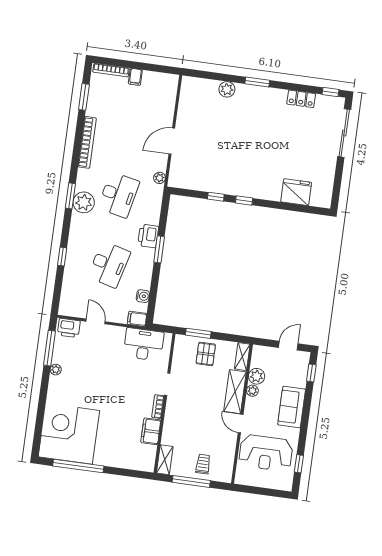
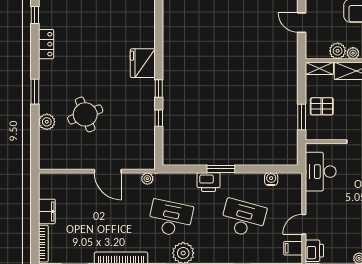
filing cabinet: (135, 77) -> (47, 211), width x2.00
round table: (229, 127) -> (85, 114), added
fridge: (296, 192) -> (143, 63), moved
filing cabinet: (137, 319) -> (293, 248), moved, turned 90

